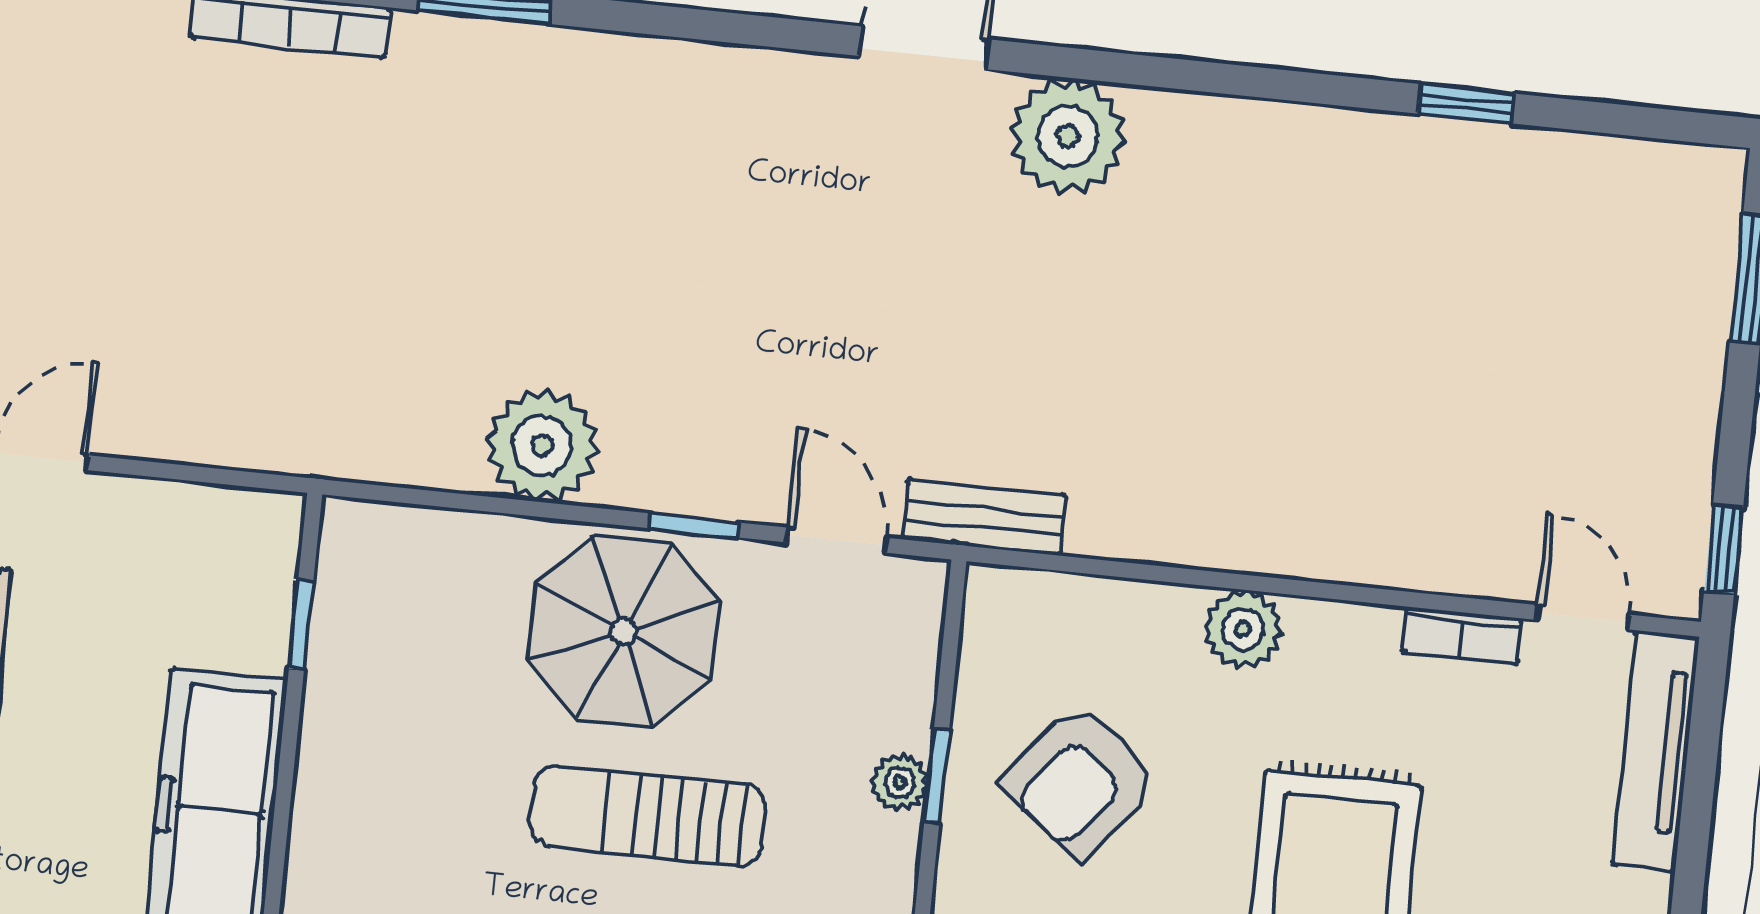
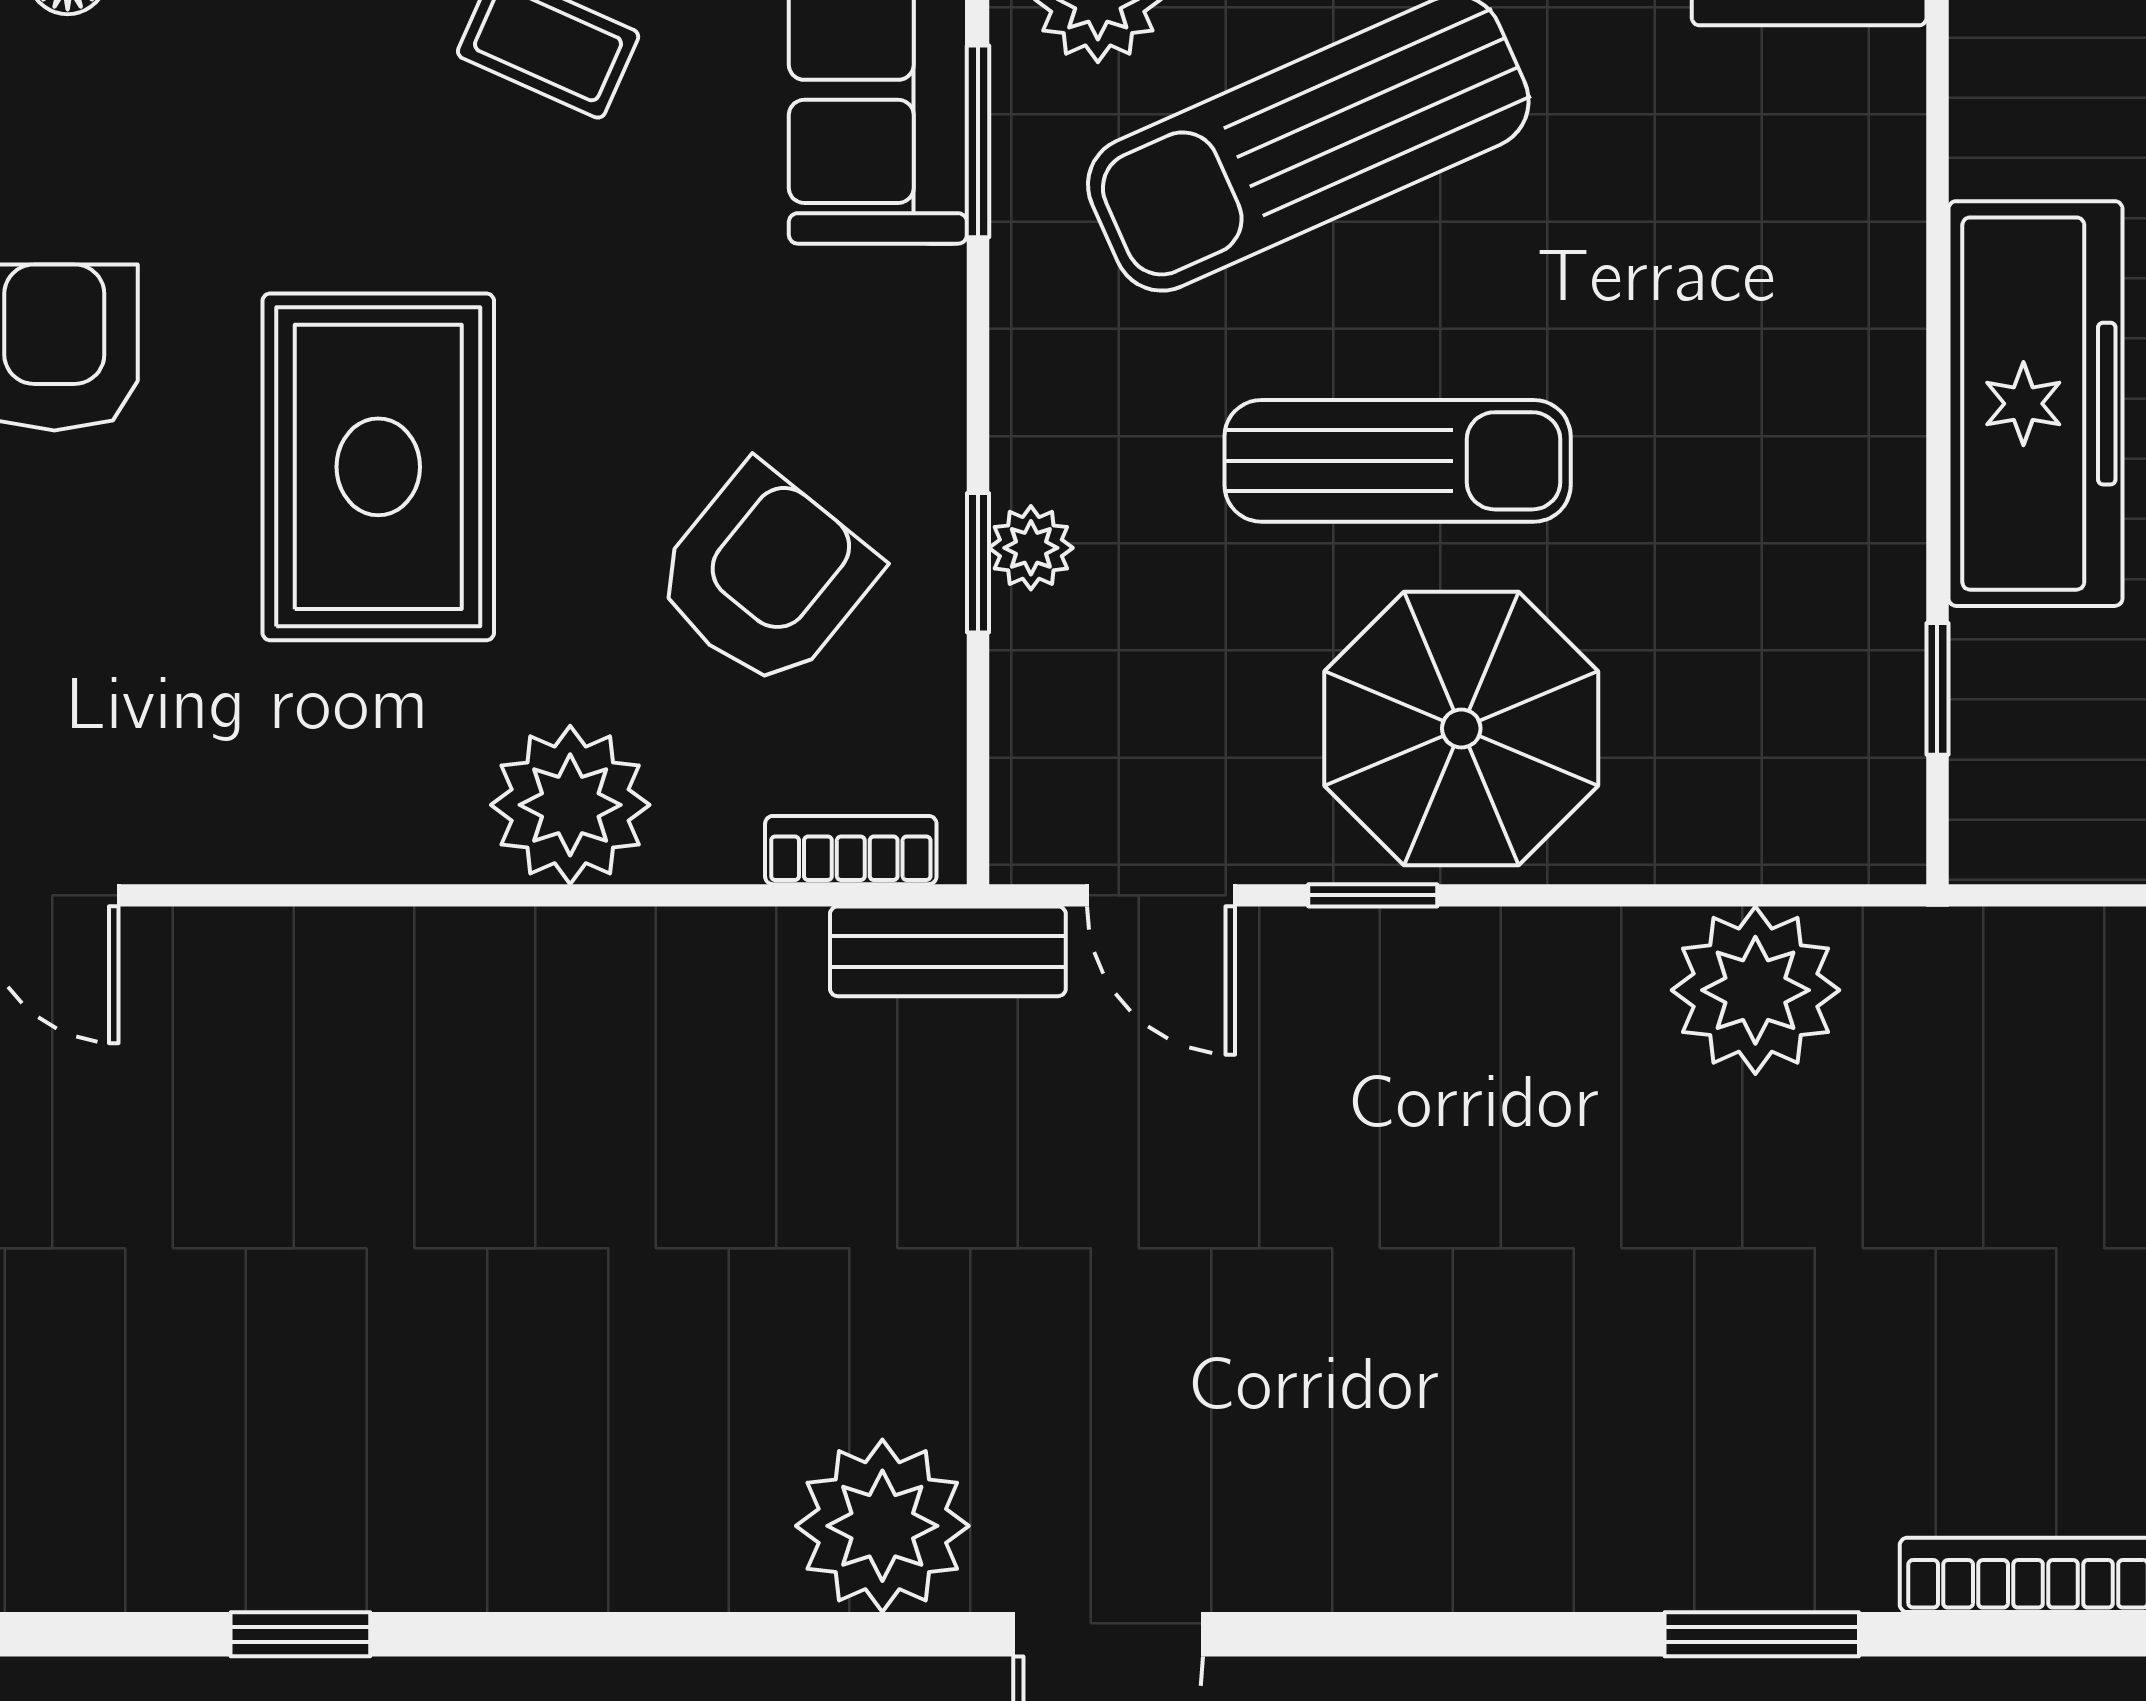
plant: (542, 445) -> (1755, 990), moved
plant: (1243, 629) -> (570, 805), width x1.36, depth x1.36
bookcase: (1462, 635) -> (851, 850), moved

